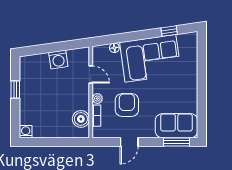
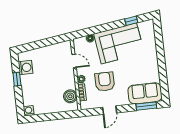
washing machine: (58, 59) -> (26, 67), moved, turned -82

